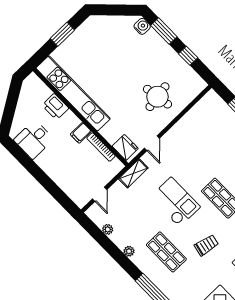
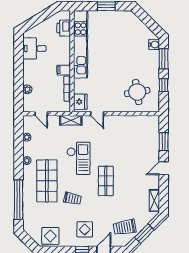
round table: (157, 97) -> (137, 92), moved
printer: (55, 107) -> (64, 28), moved
door: (152, 143) -> (97, 114), hinge flipped
plant: (64, 184) -> (27, 89), added
door: (100, 194) -> (41, 114), hinge flipped
shop shelf: (166, 252) -> (47, 181), width x1.43, depth x1.36

